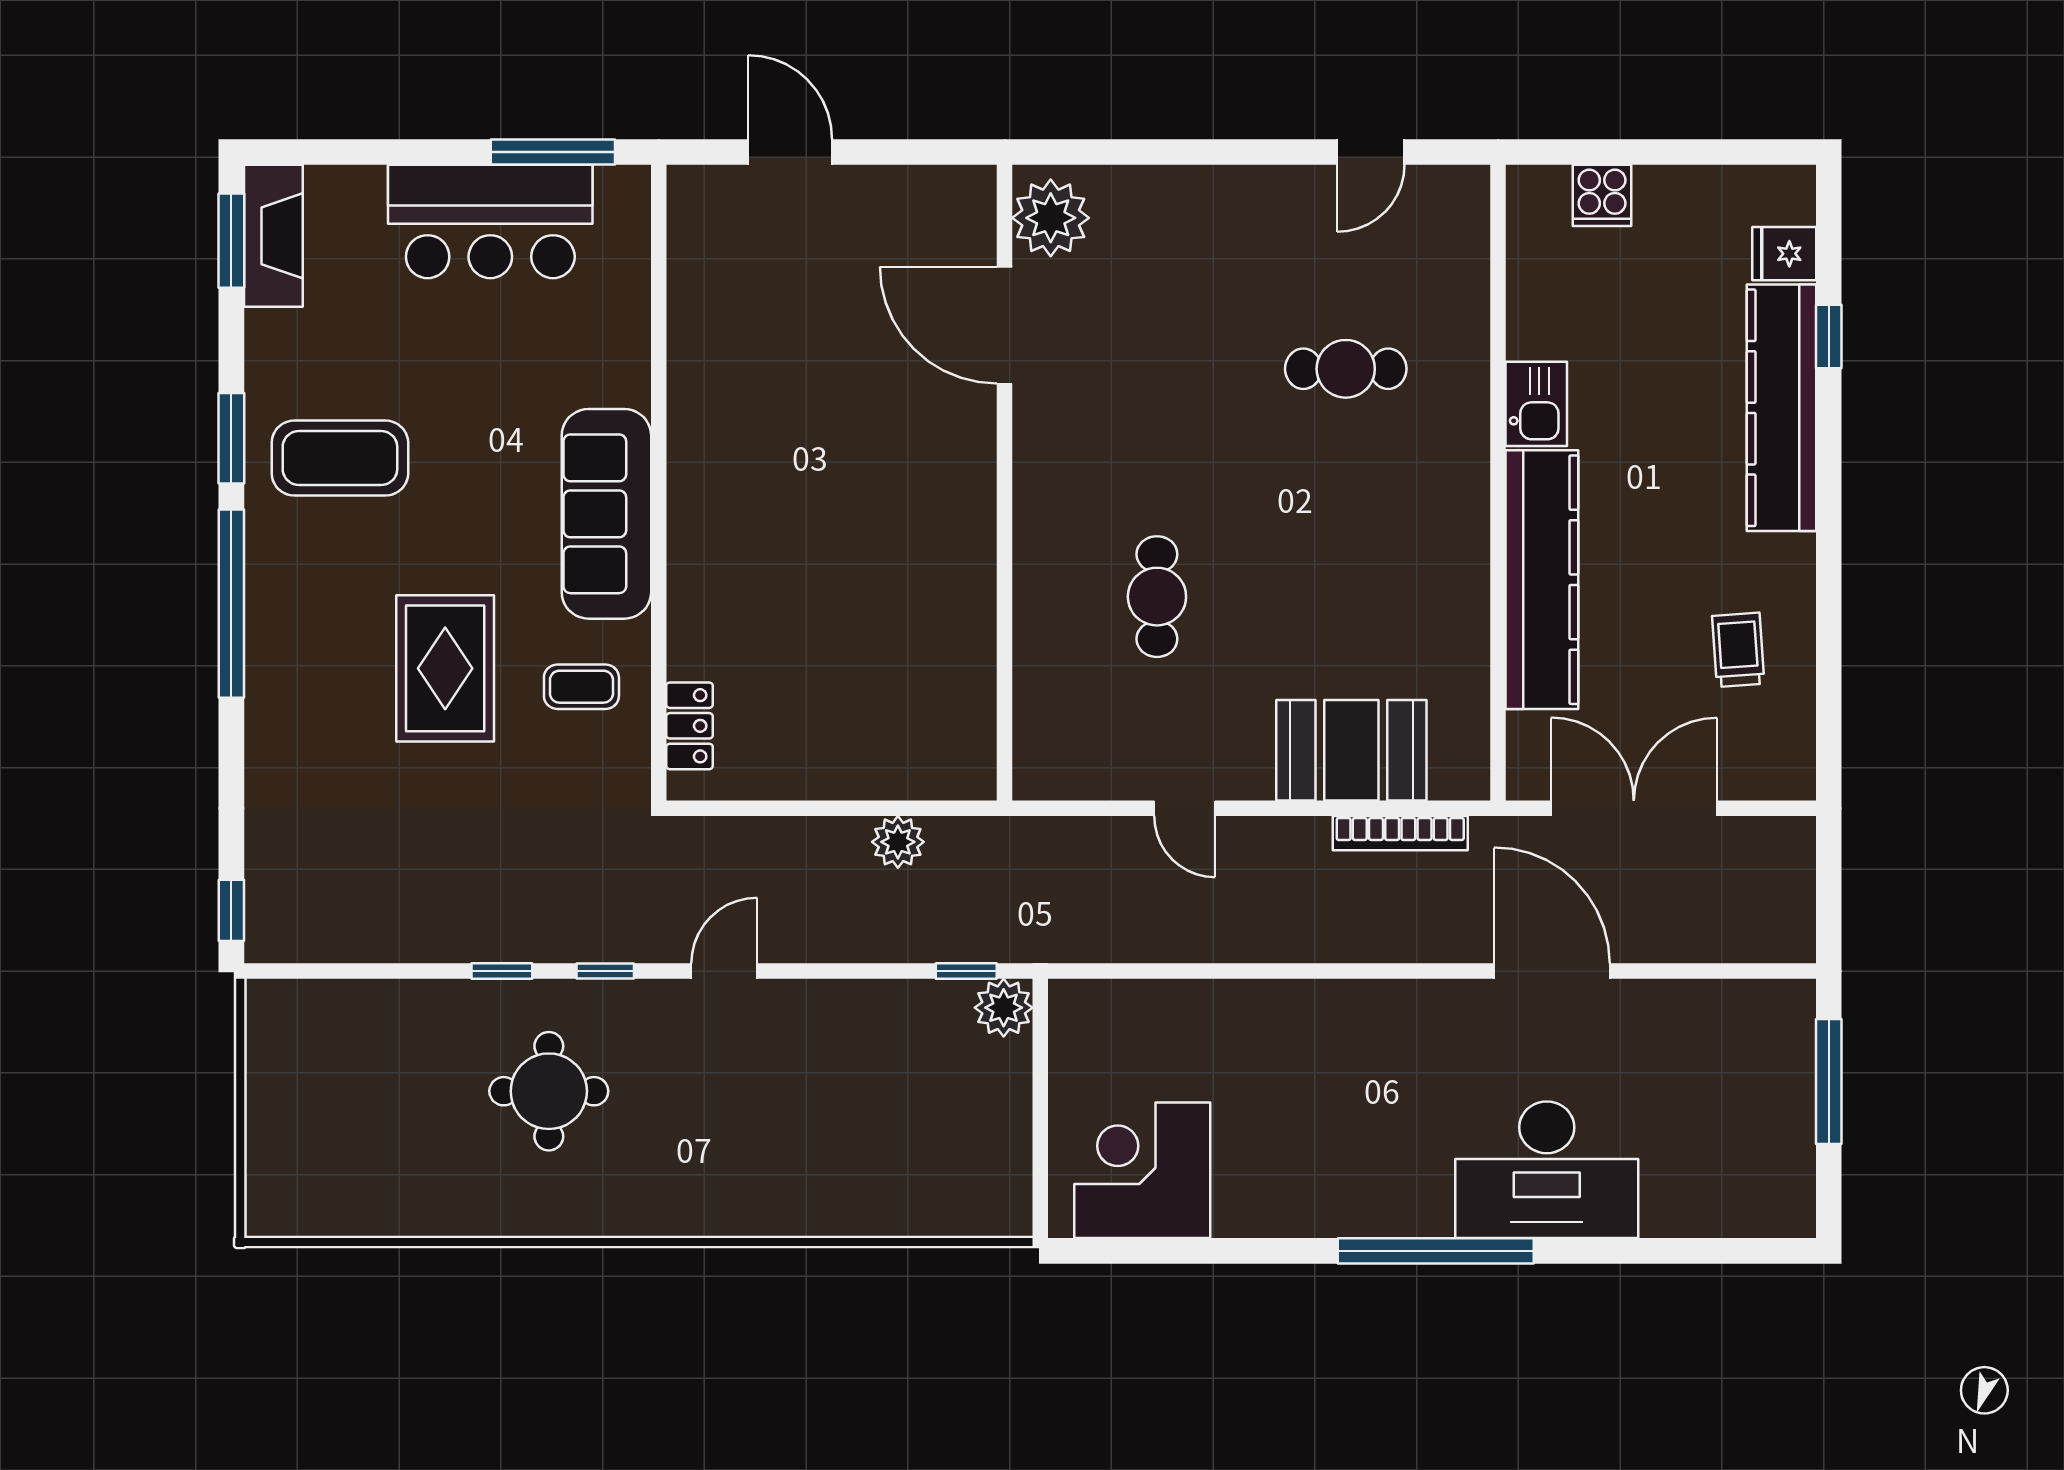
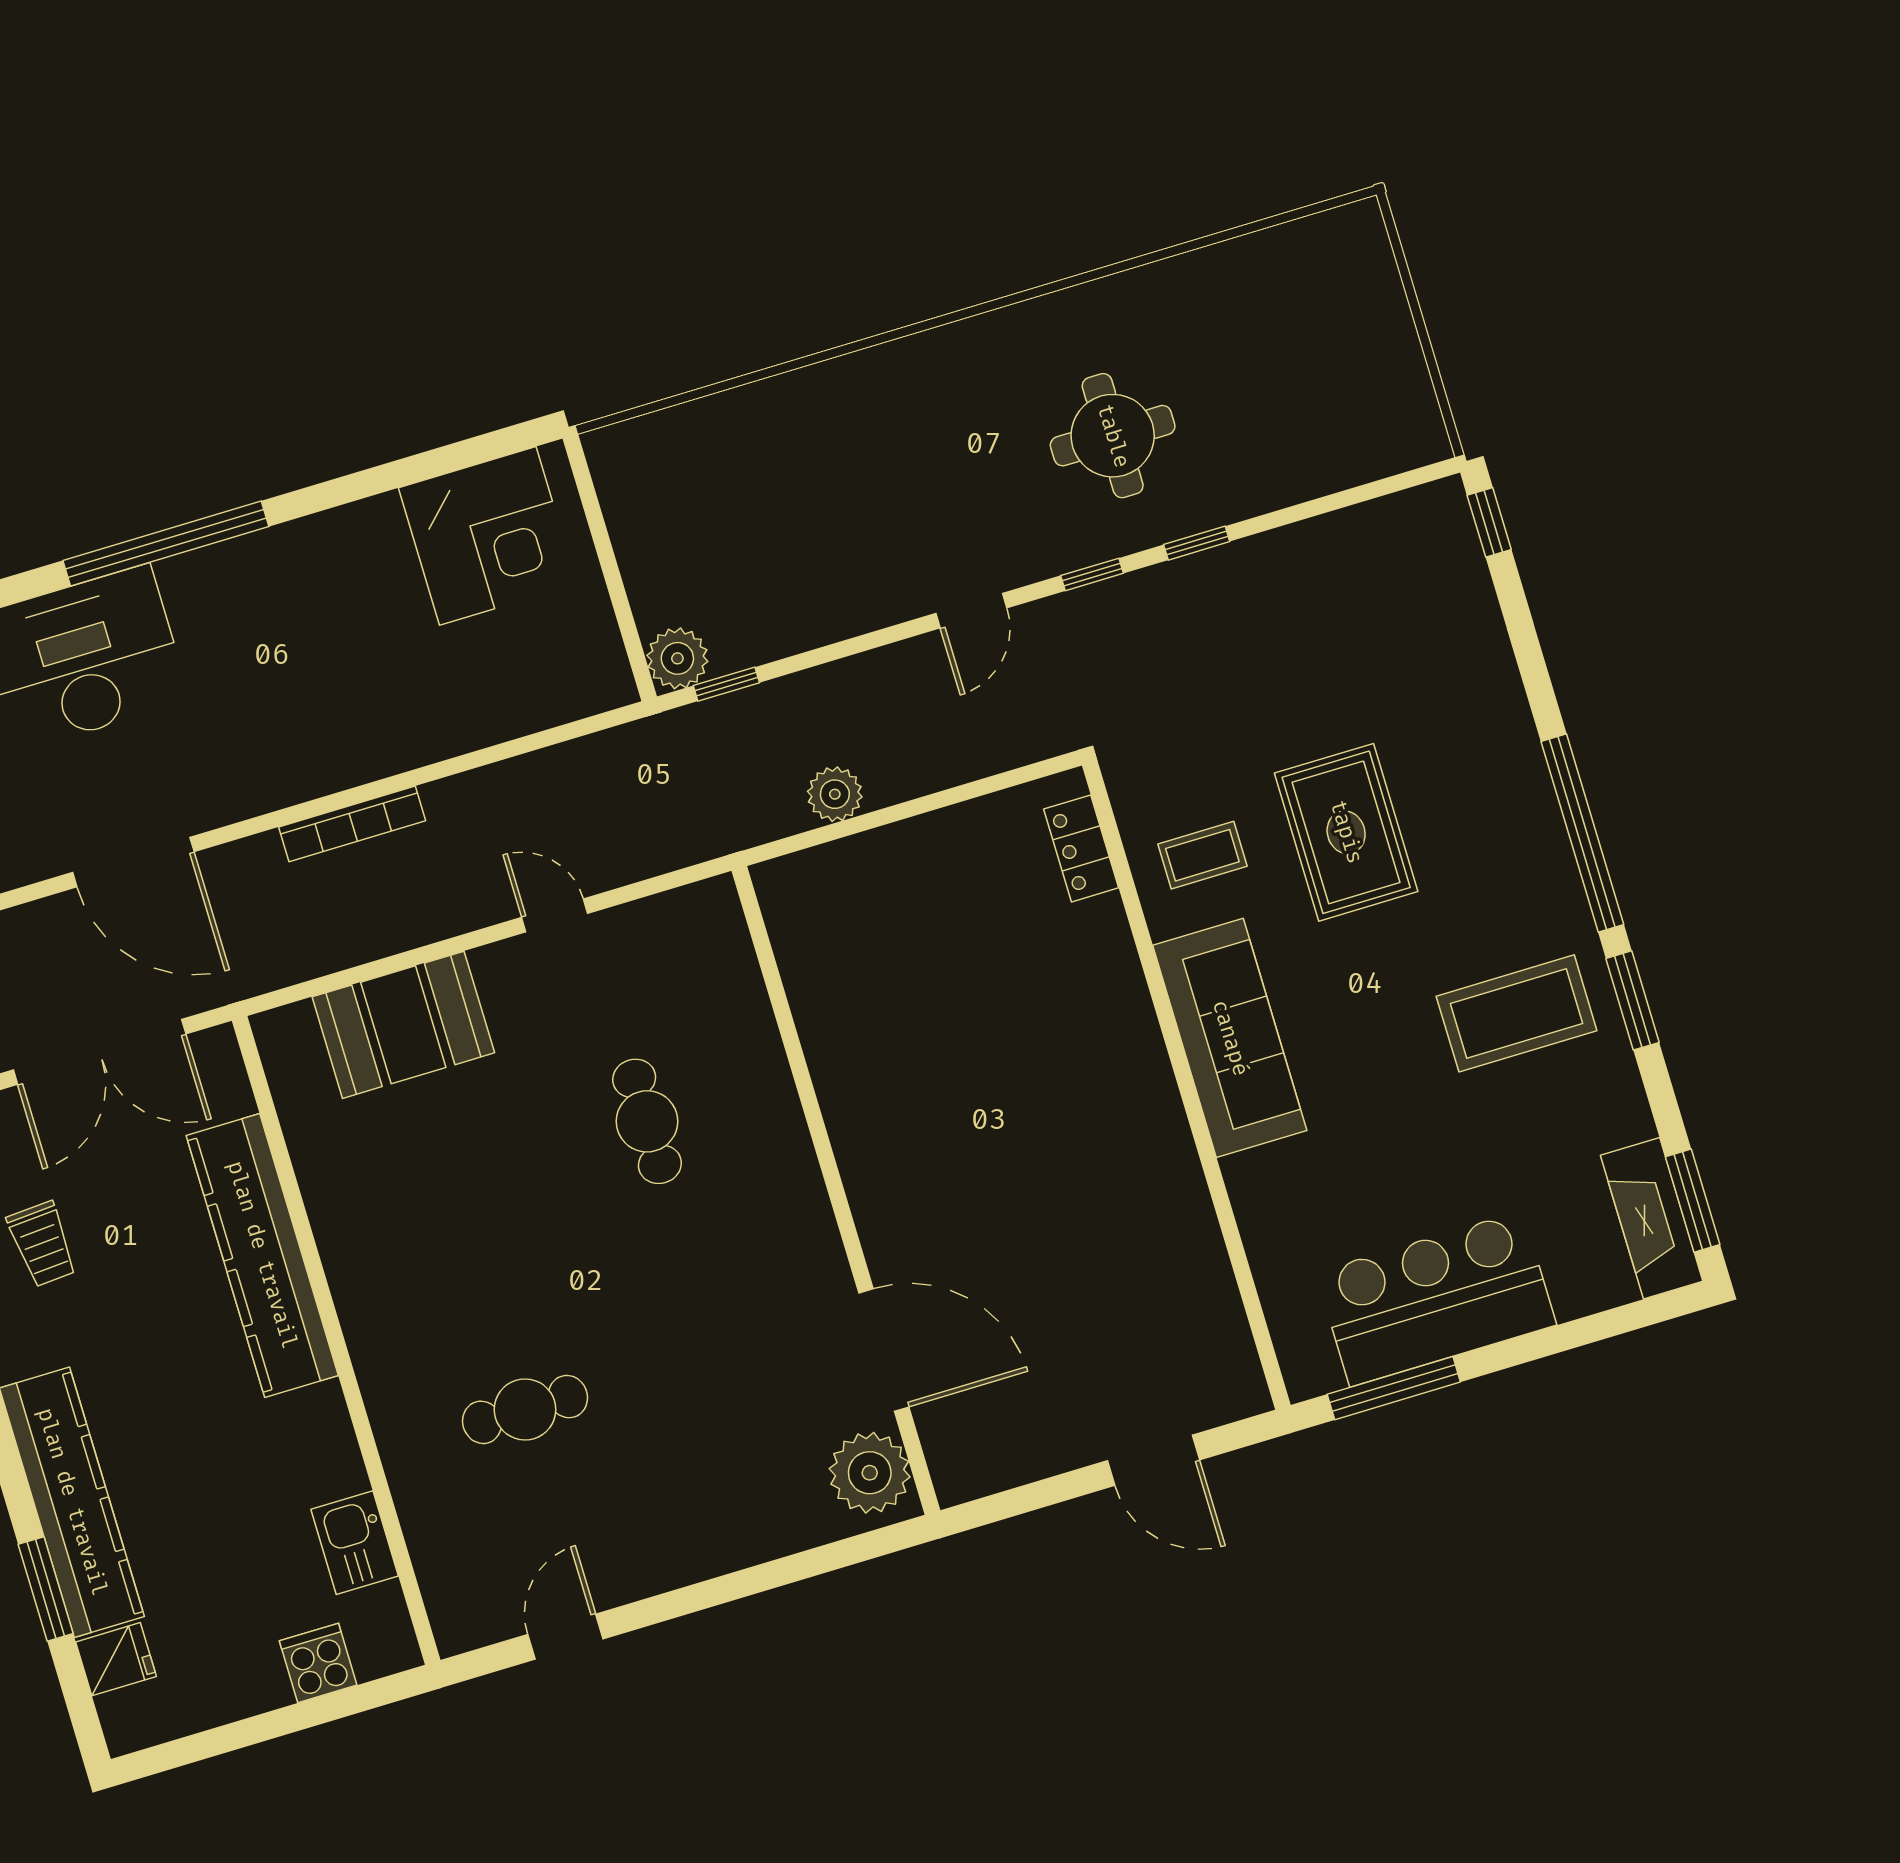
window: (1829, 337) -> (46, 1589), width x1.50
kitchen sink: (1536, 404) -> (355, 1543), moved
bookcase: (1400, 833) -> (352, 824), moved, turned 180

